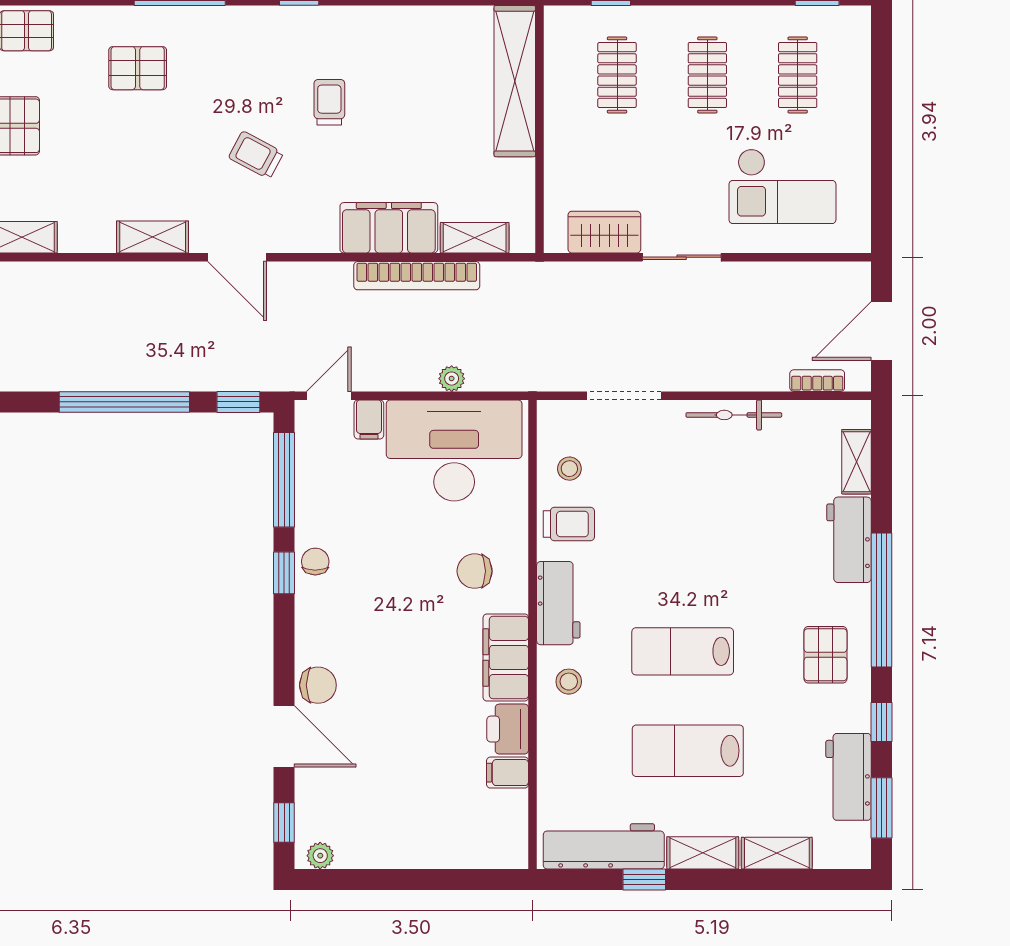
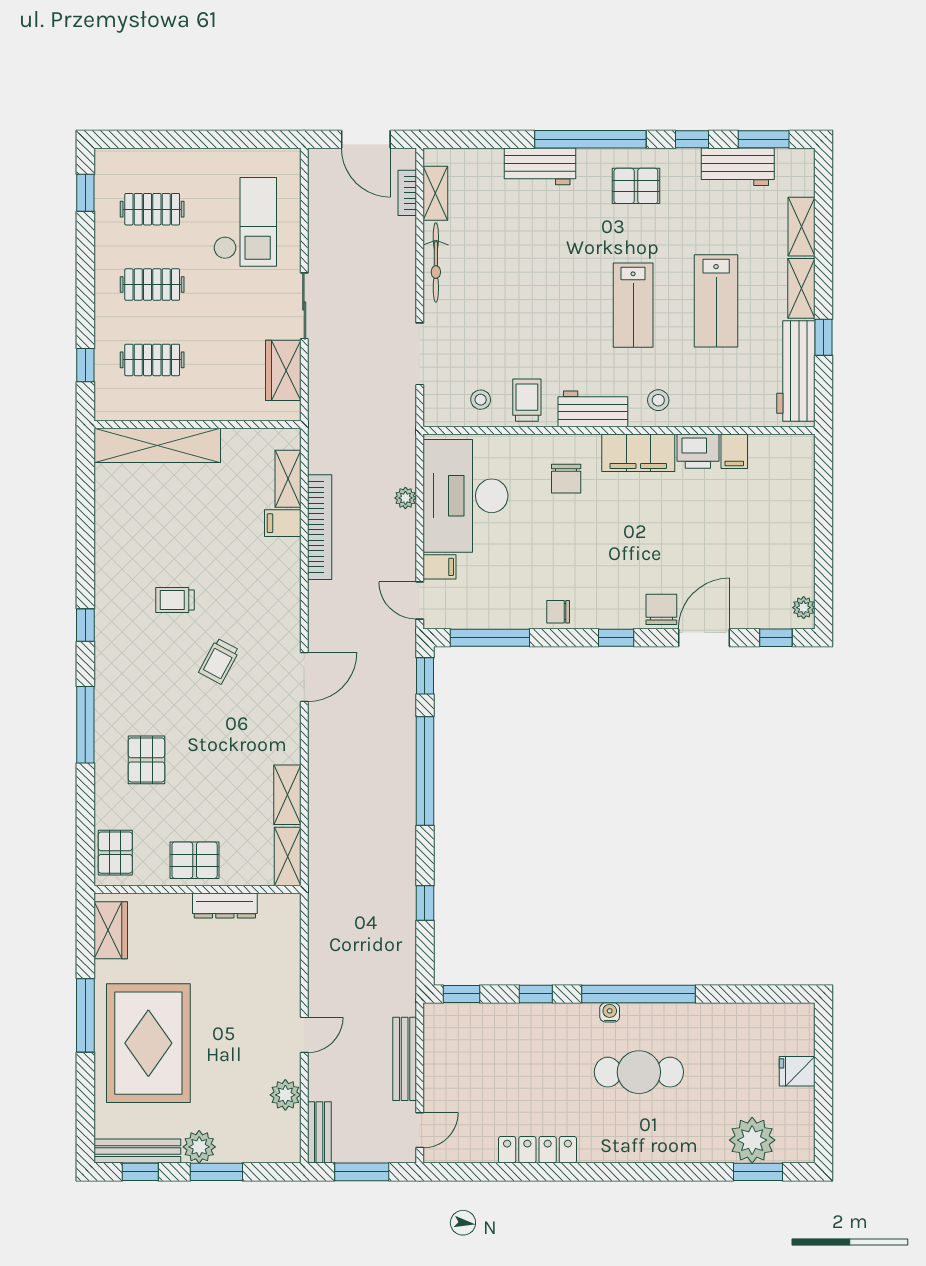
filing cabinet: (389, 228) -> (283, 523), width x0.33, depth x0.86
shelving: (153, 237) -> (287, 795), moved
shelving: (856, 462) -> (435, 193), moved, turned 90
window: (284, 573) -> (616, 638), moved

